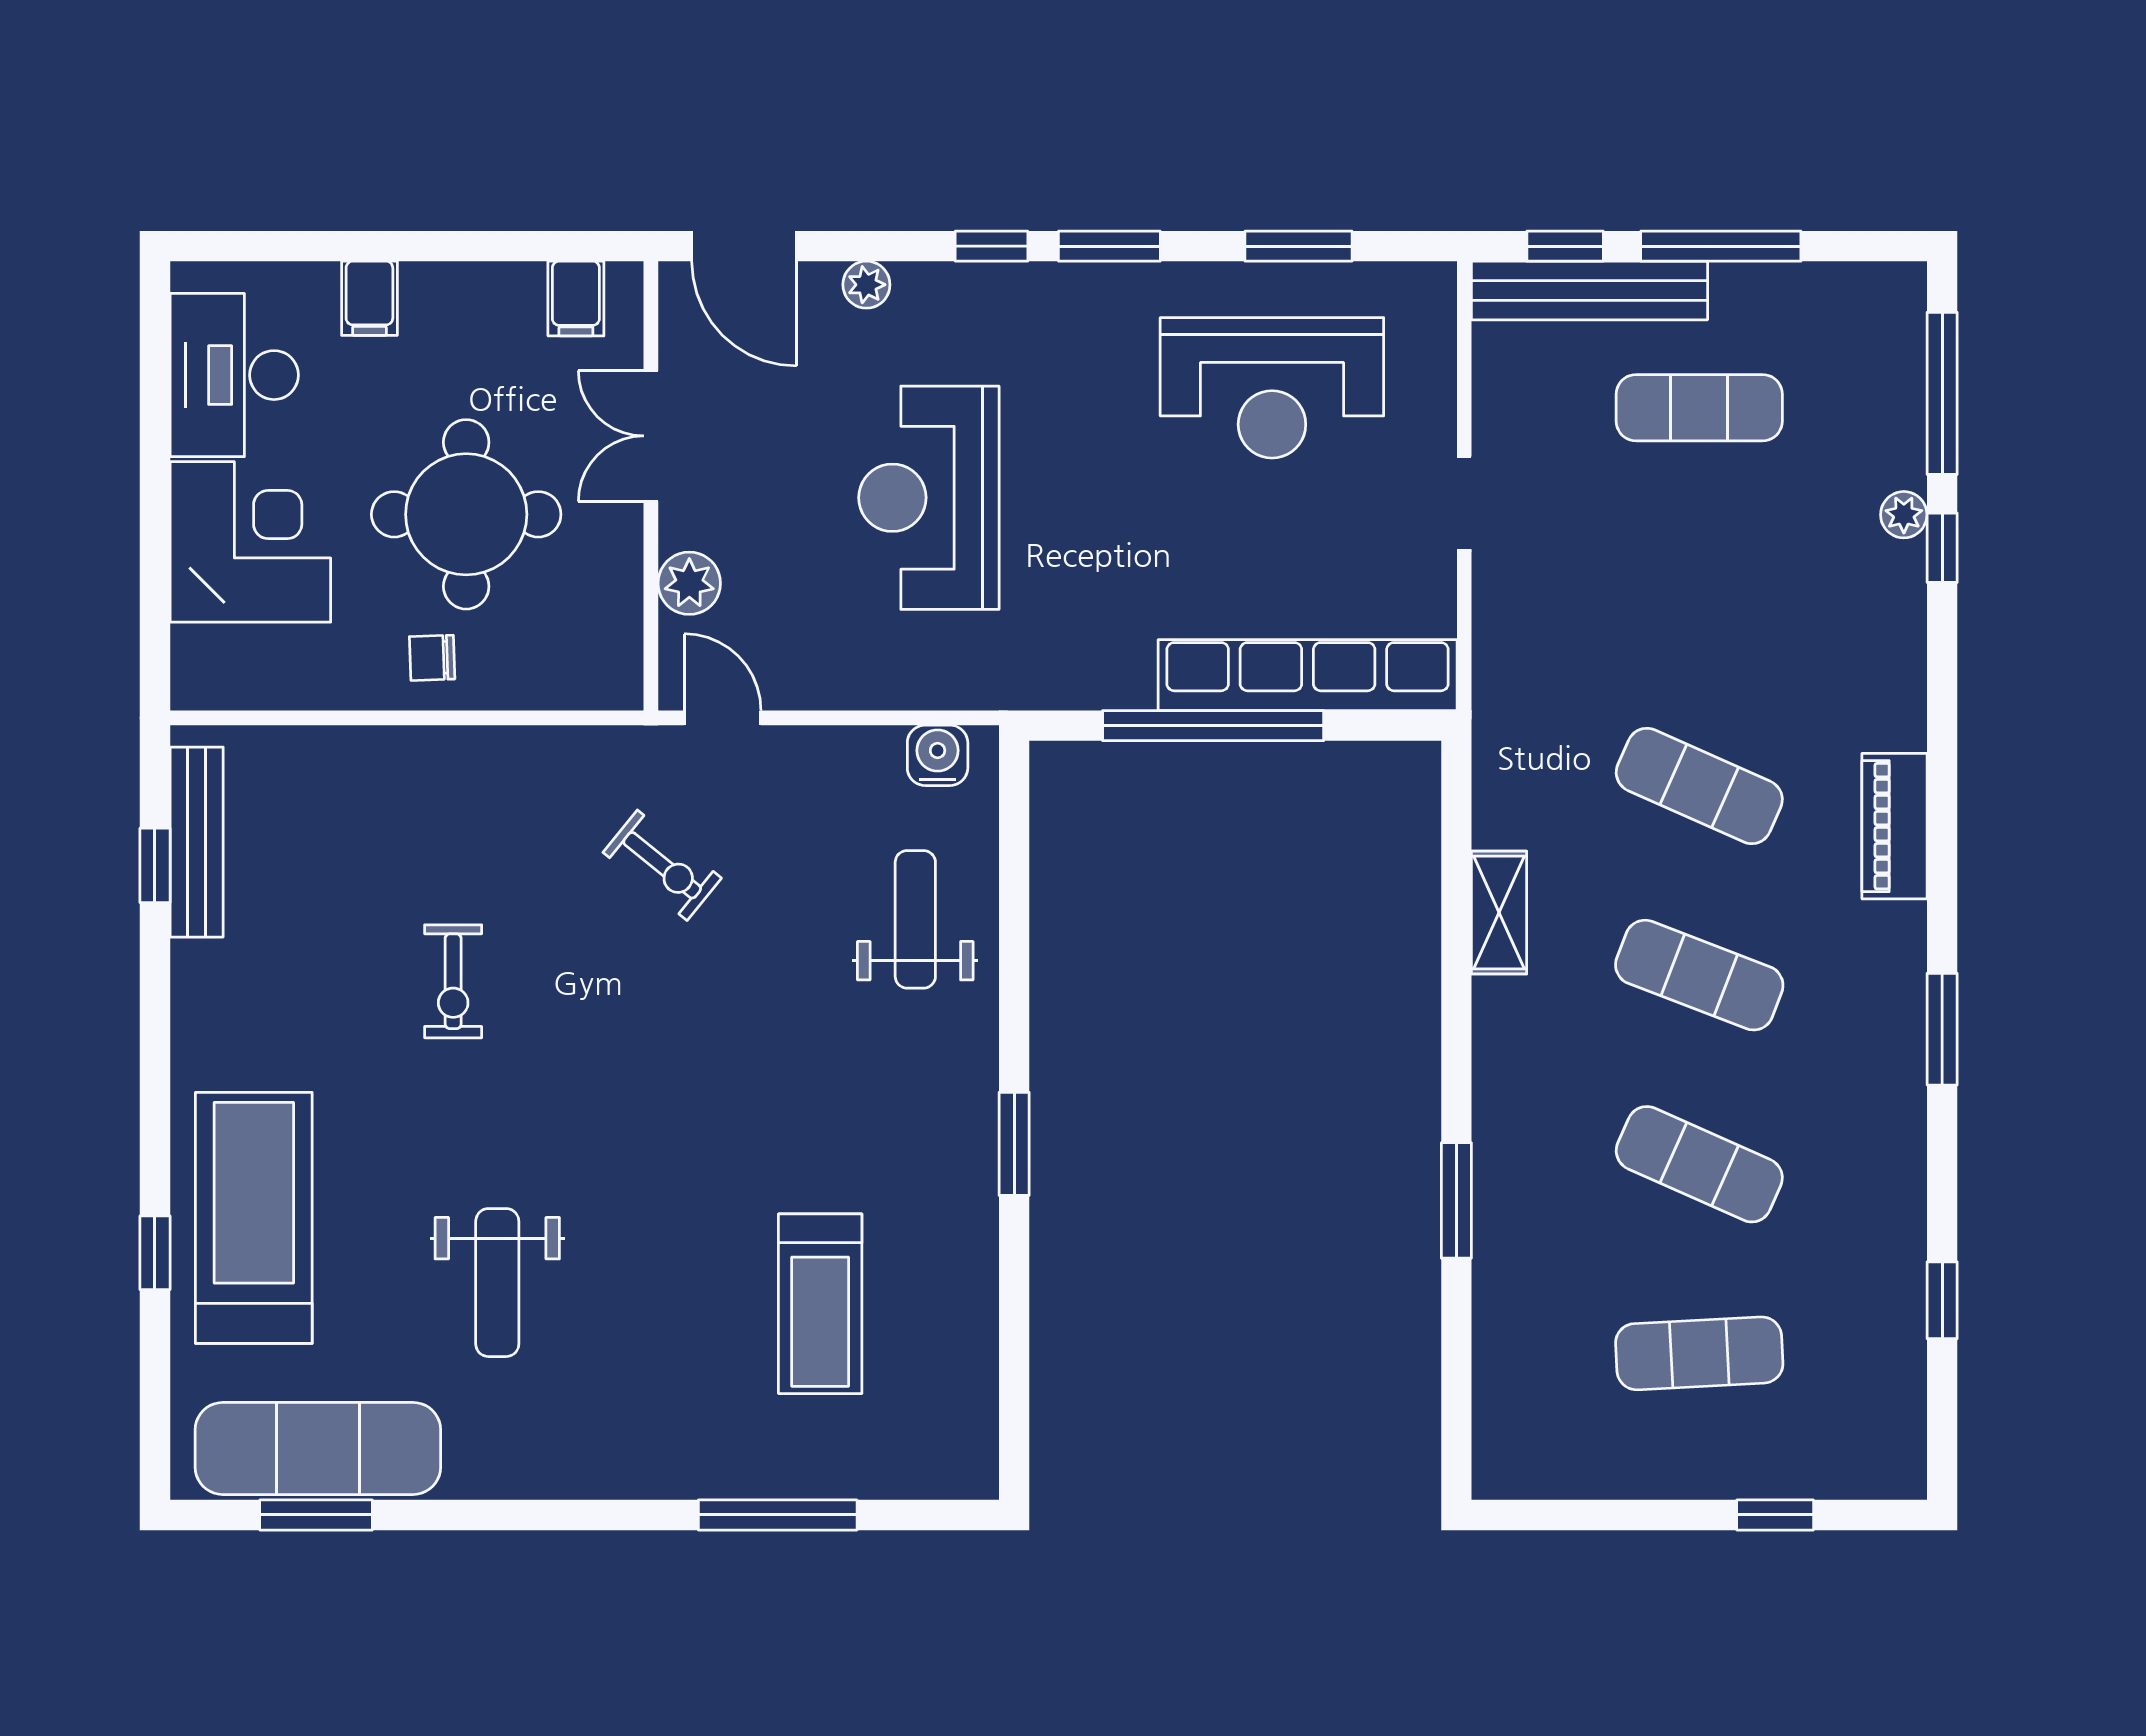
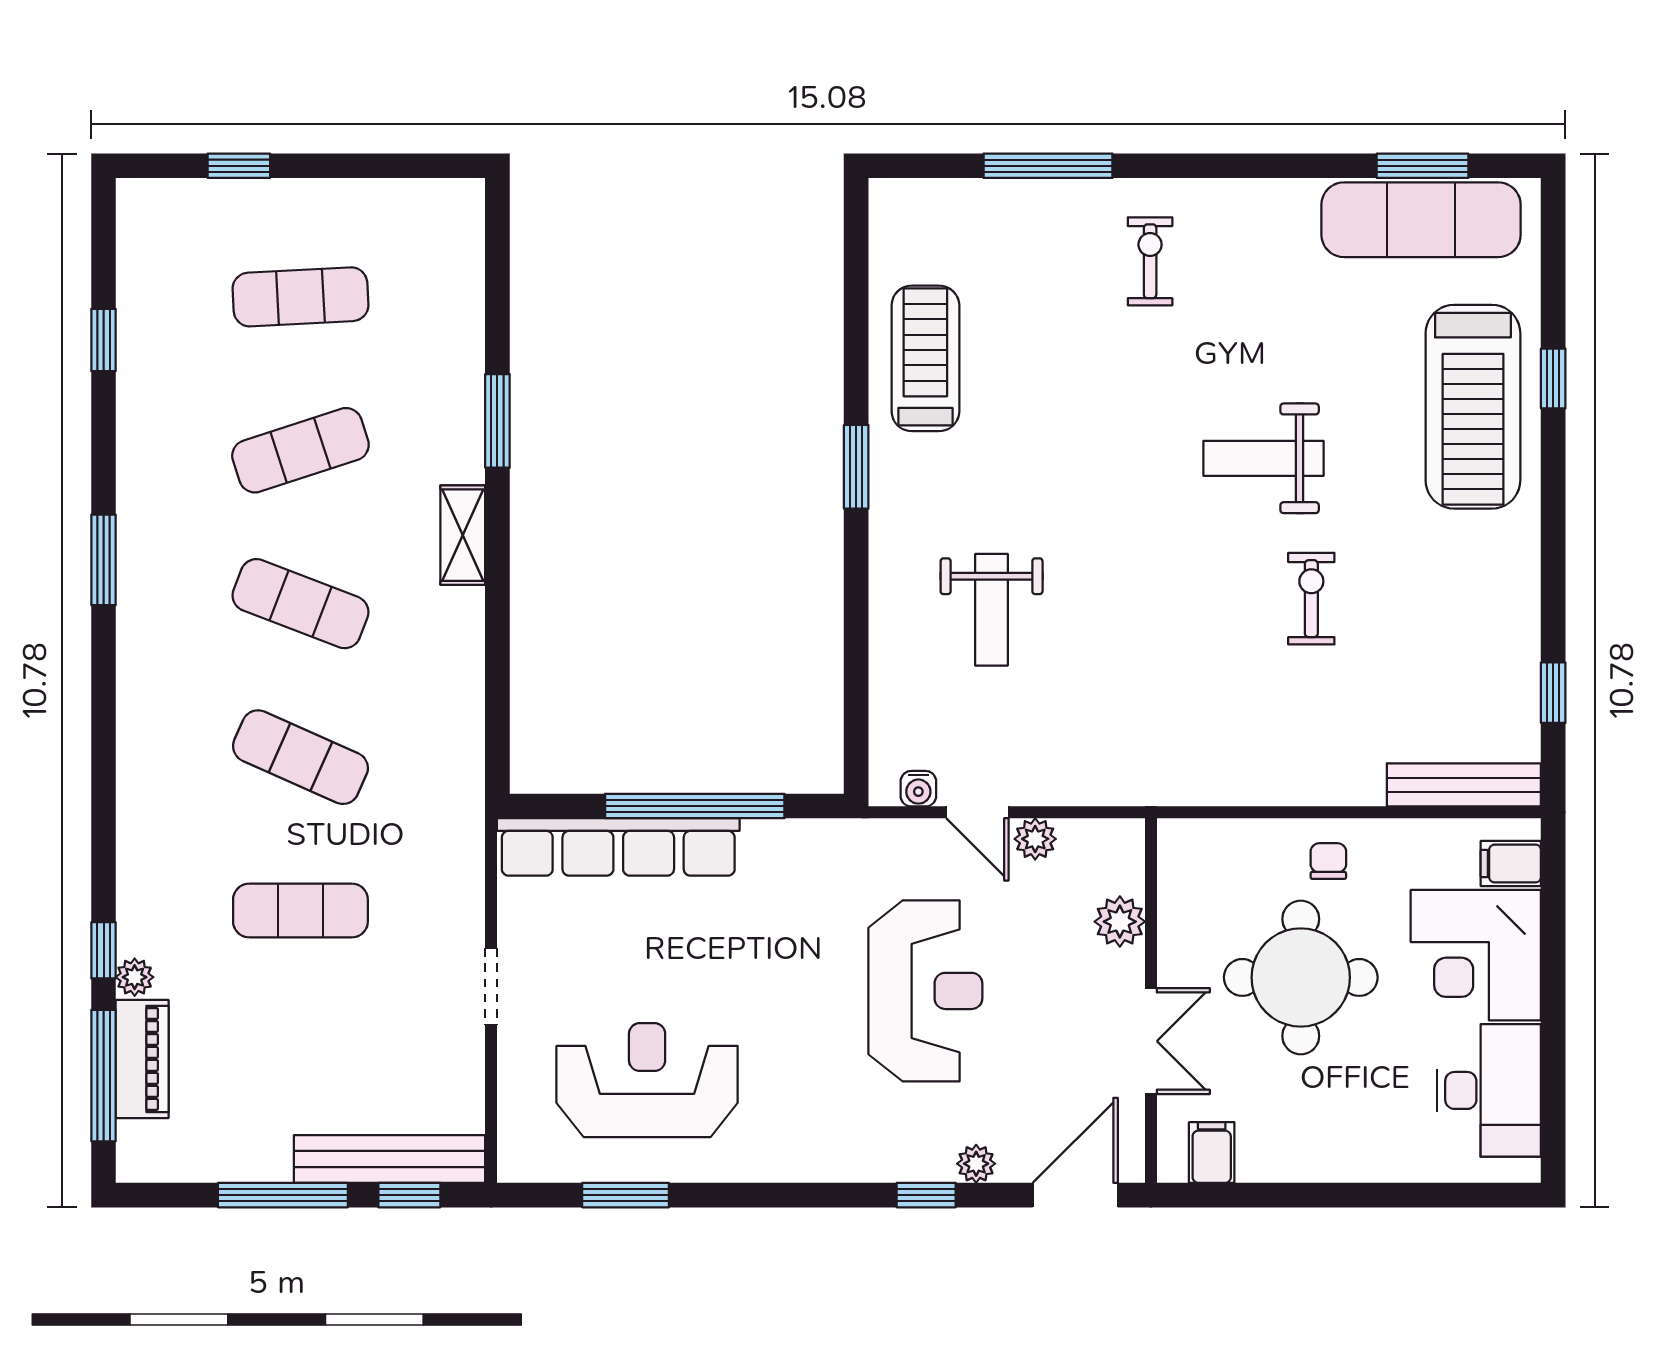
door: (744, 246) -> (1075, 1195), hinge flipped
window: (992, 246) -> (926, 1195), moved
window: (1109, 246) -> (779, 1195), removed
filing cabinet: (369, 298) -> (1511, 863), moved, turned -90
exercise mat: (1699, 408) -> (300, 911), moved
chair: (432, 658) -> (1328, 861), turned -88
plant: (794, 685) -> (1035, 839), added
door: (723, 718) -> (977, 812), moved
water cooler: (938, 755) -> (918, 789), width x0.72, depth x0.72
piano: (1894, 826) -> (142, 1059), moved
bench: (197, 842) -> (1464, 785), moved, turned 90
exercise bike: (662, 865) -> (1150, 261), moved, turned 51
shelving: (1499, 913) -> (463, 535), moved
weight bench: (915, 919) -> (992, 610), moved
exercise mat: (1699, 1164) -> (300, 450), turned -42
weight bench: (497, 1283) -> (1264, 458), moved, turned -90
treadmill: (820, 1304) -> (925, 358), moved

